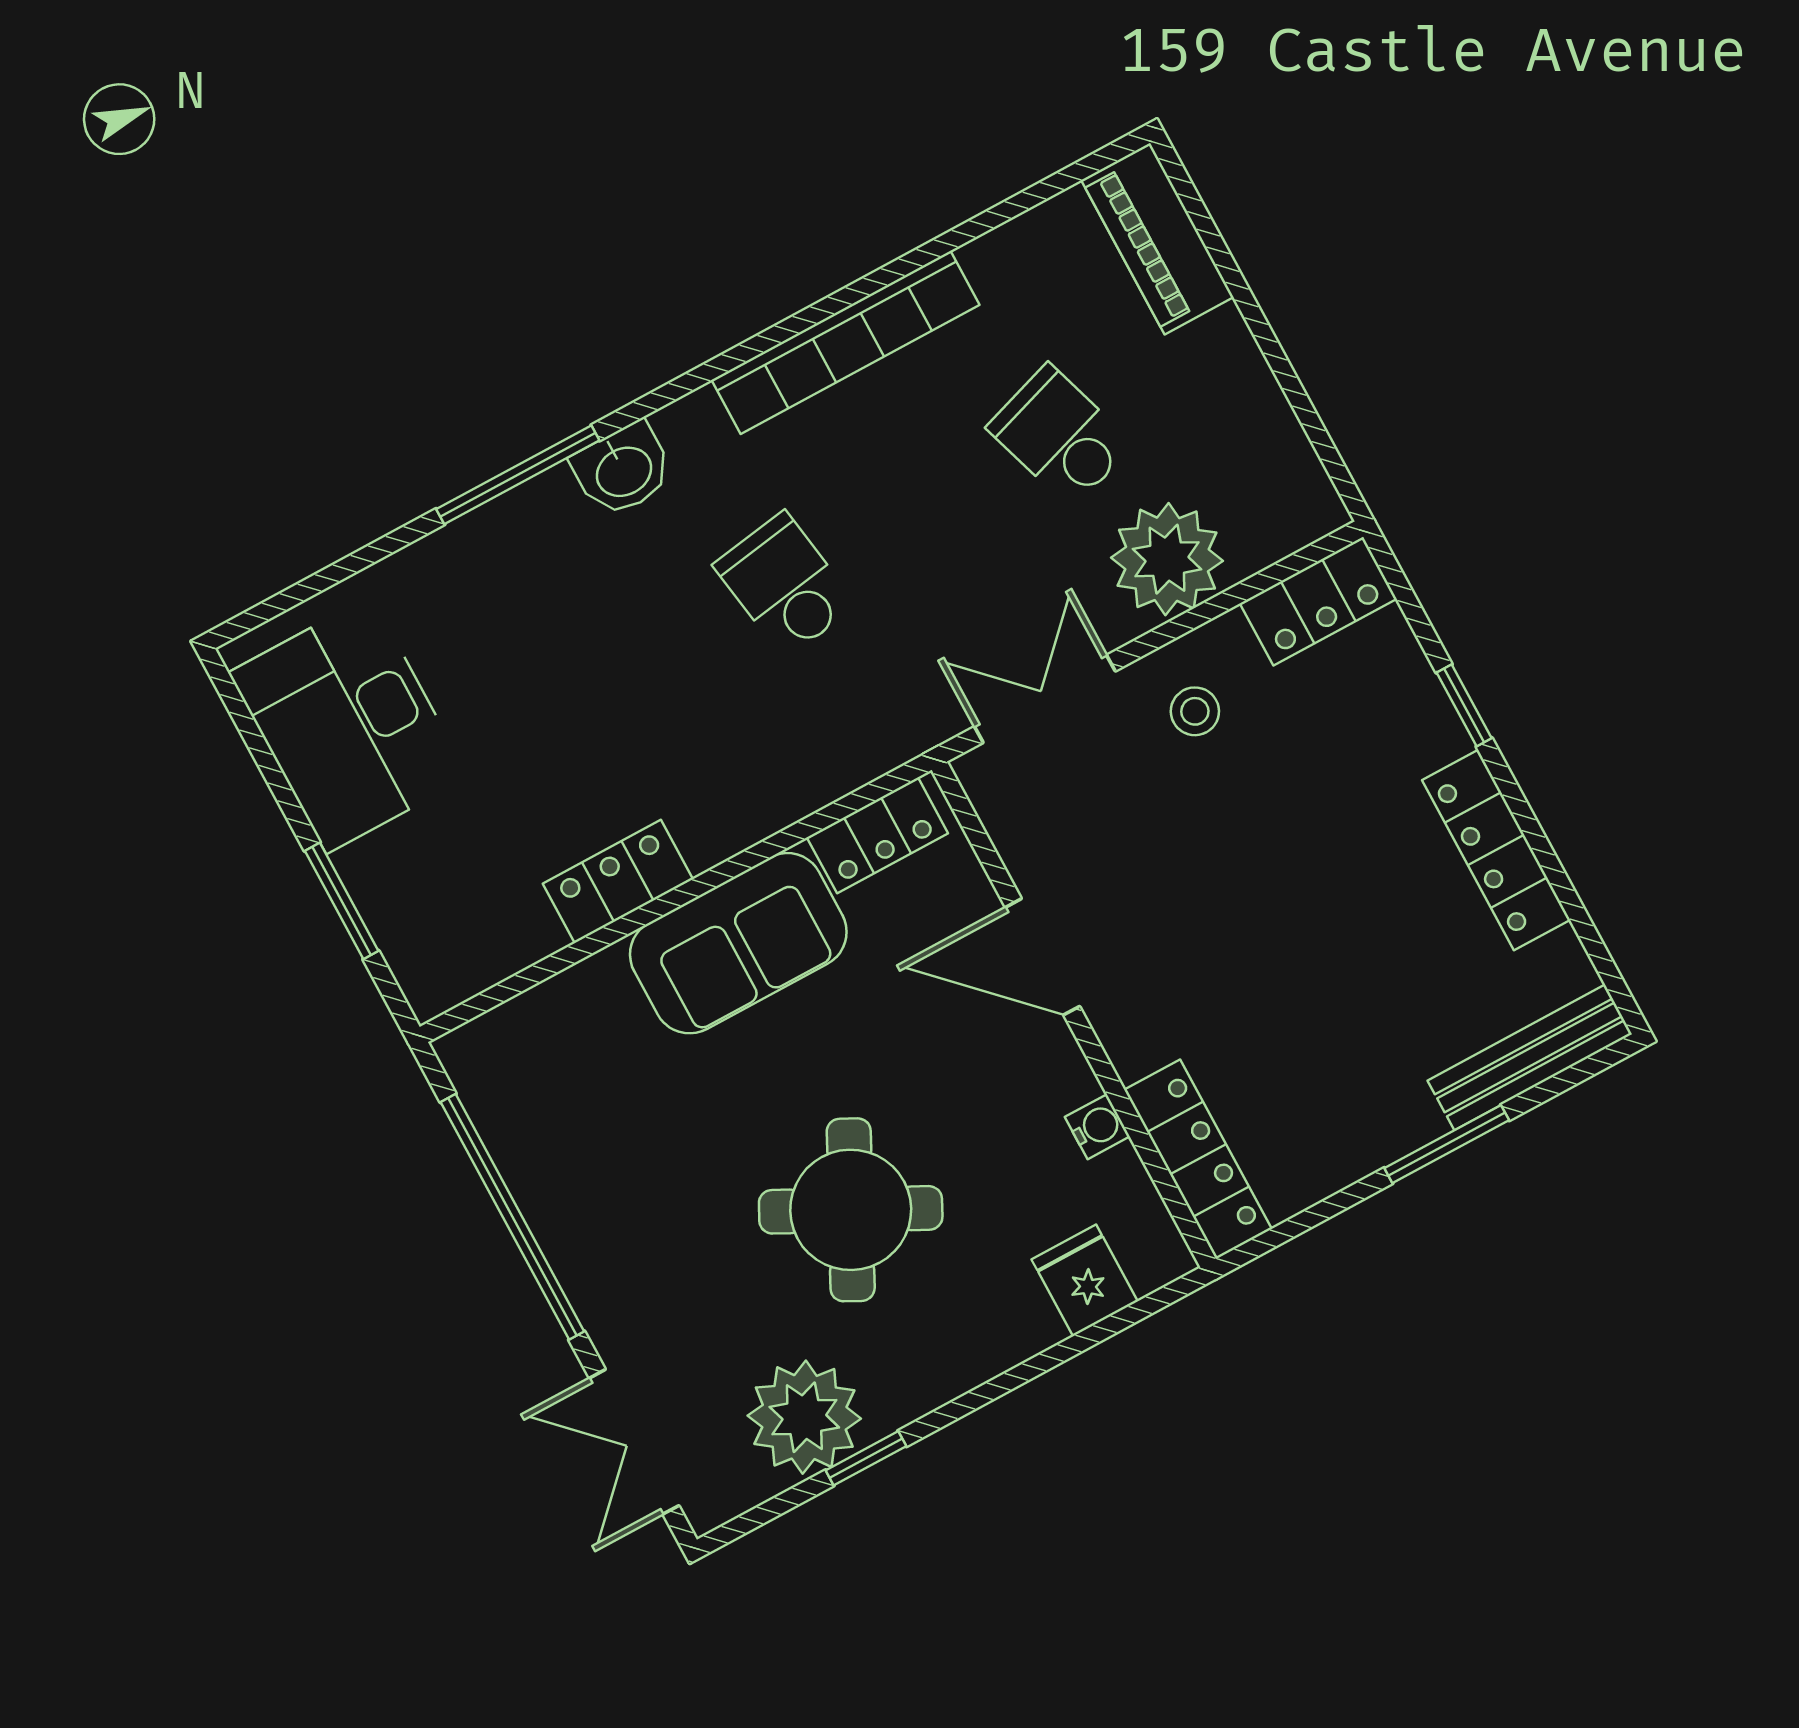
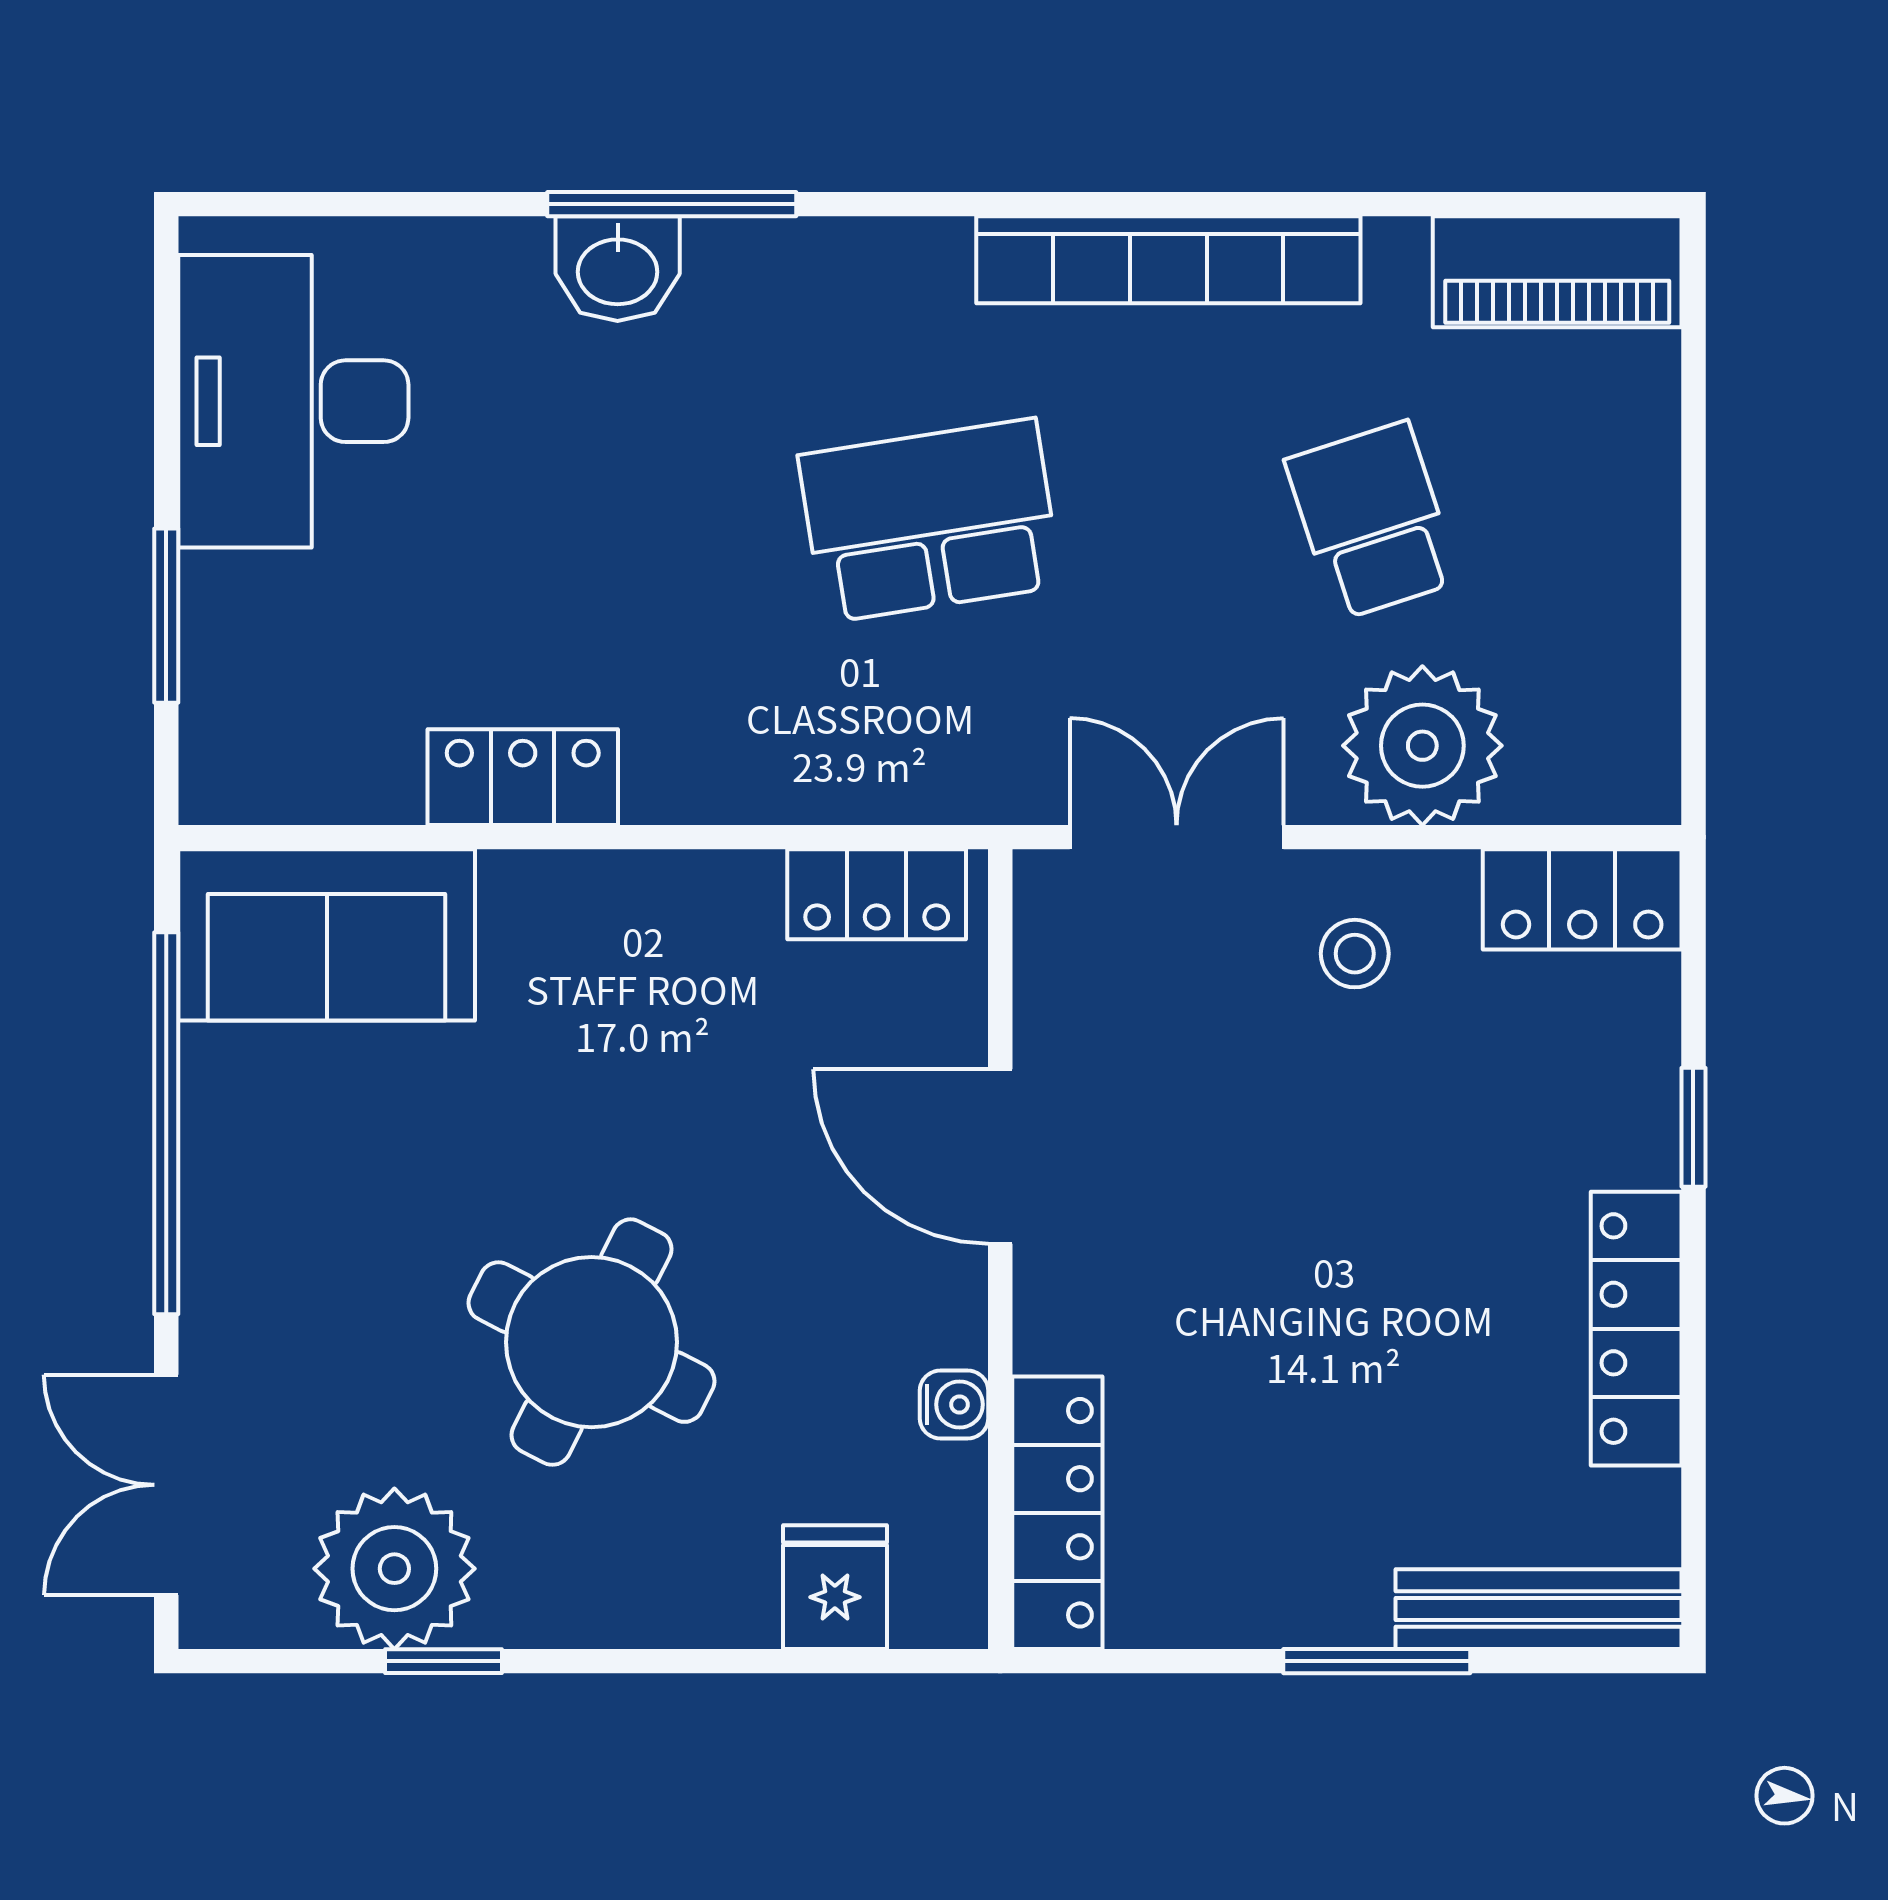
piano: (1157, 239) -> (1557, 272), moved, turned -90
washbasin: (623, 470) -> (618, 269), moved
school desk: (785, 585) -> (930, 521), width x1.85
sofa: (738, 943) -> (327, 935), moved

